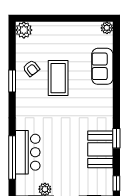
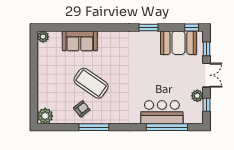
coffee table: (58, 78) -> (91, 83), turned 35
window: (12, 81) -> (94, 127), width x1.44
booth: (100, 149) -> (178, 43), moved

